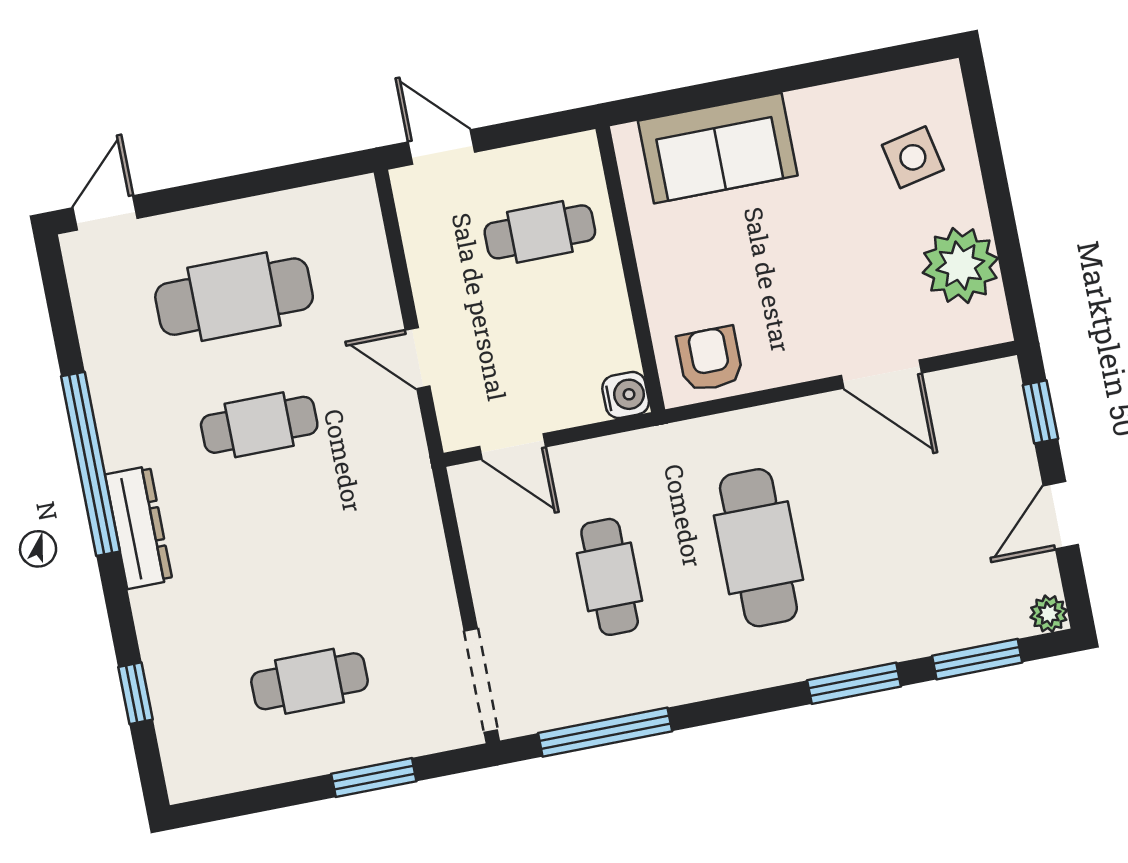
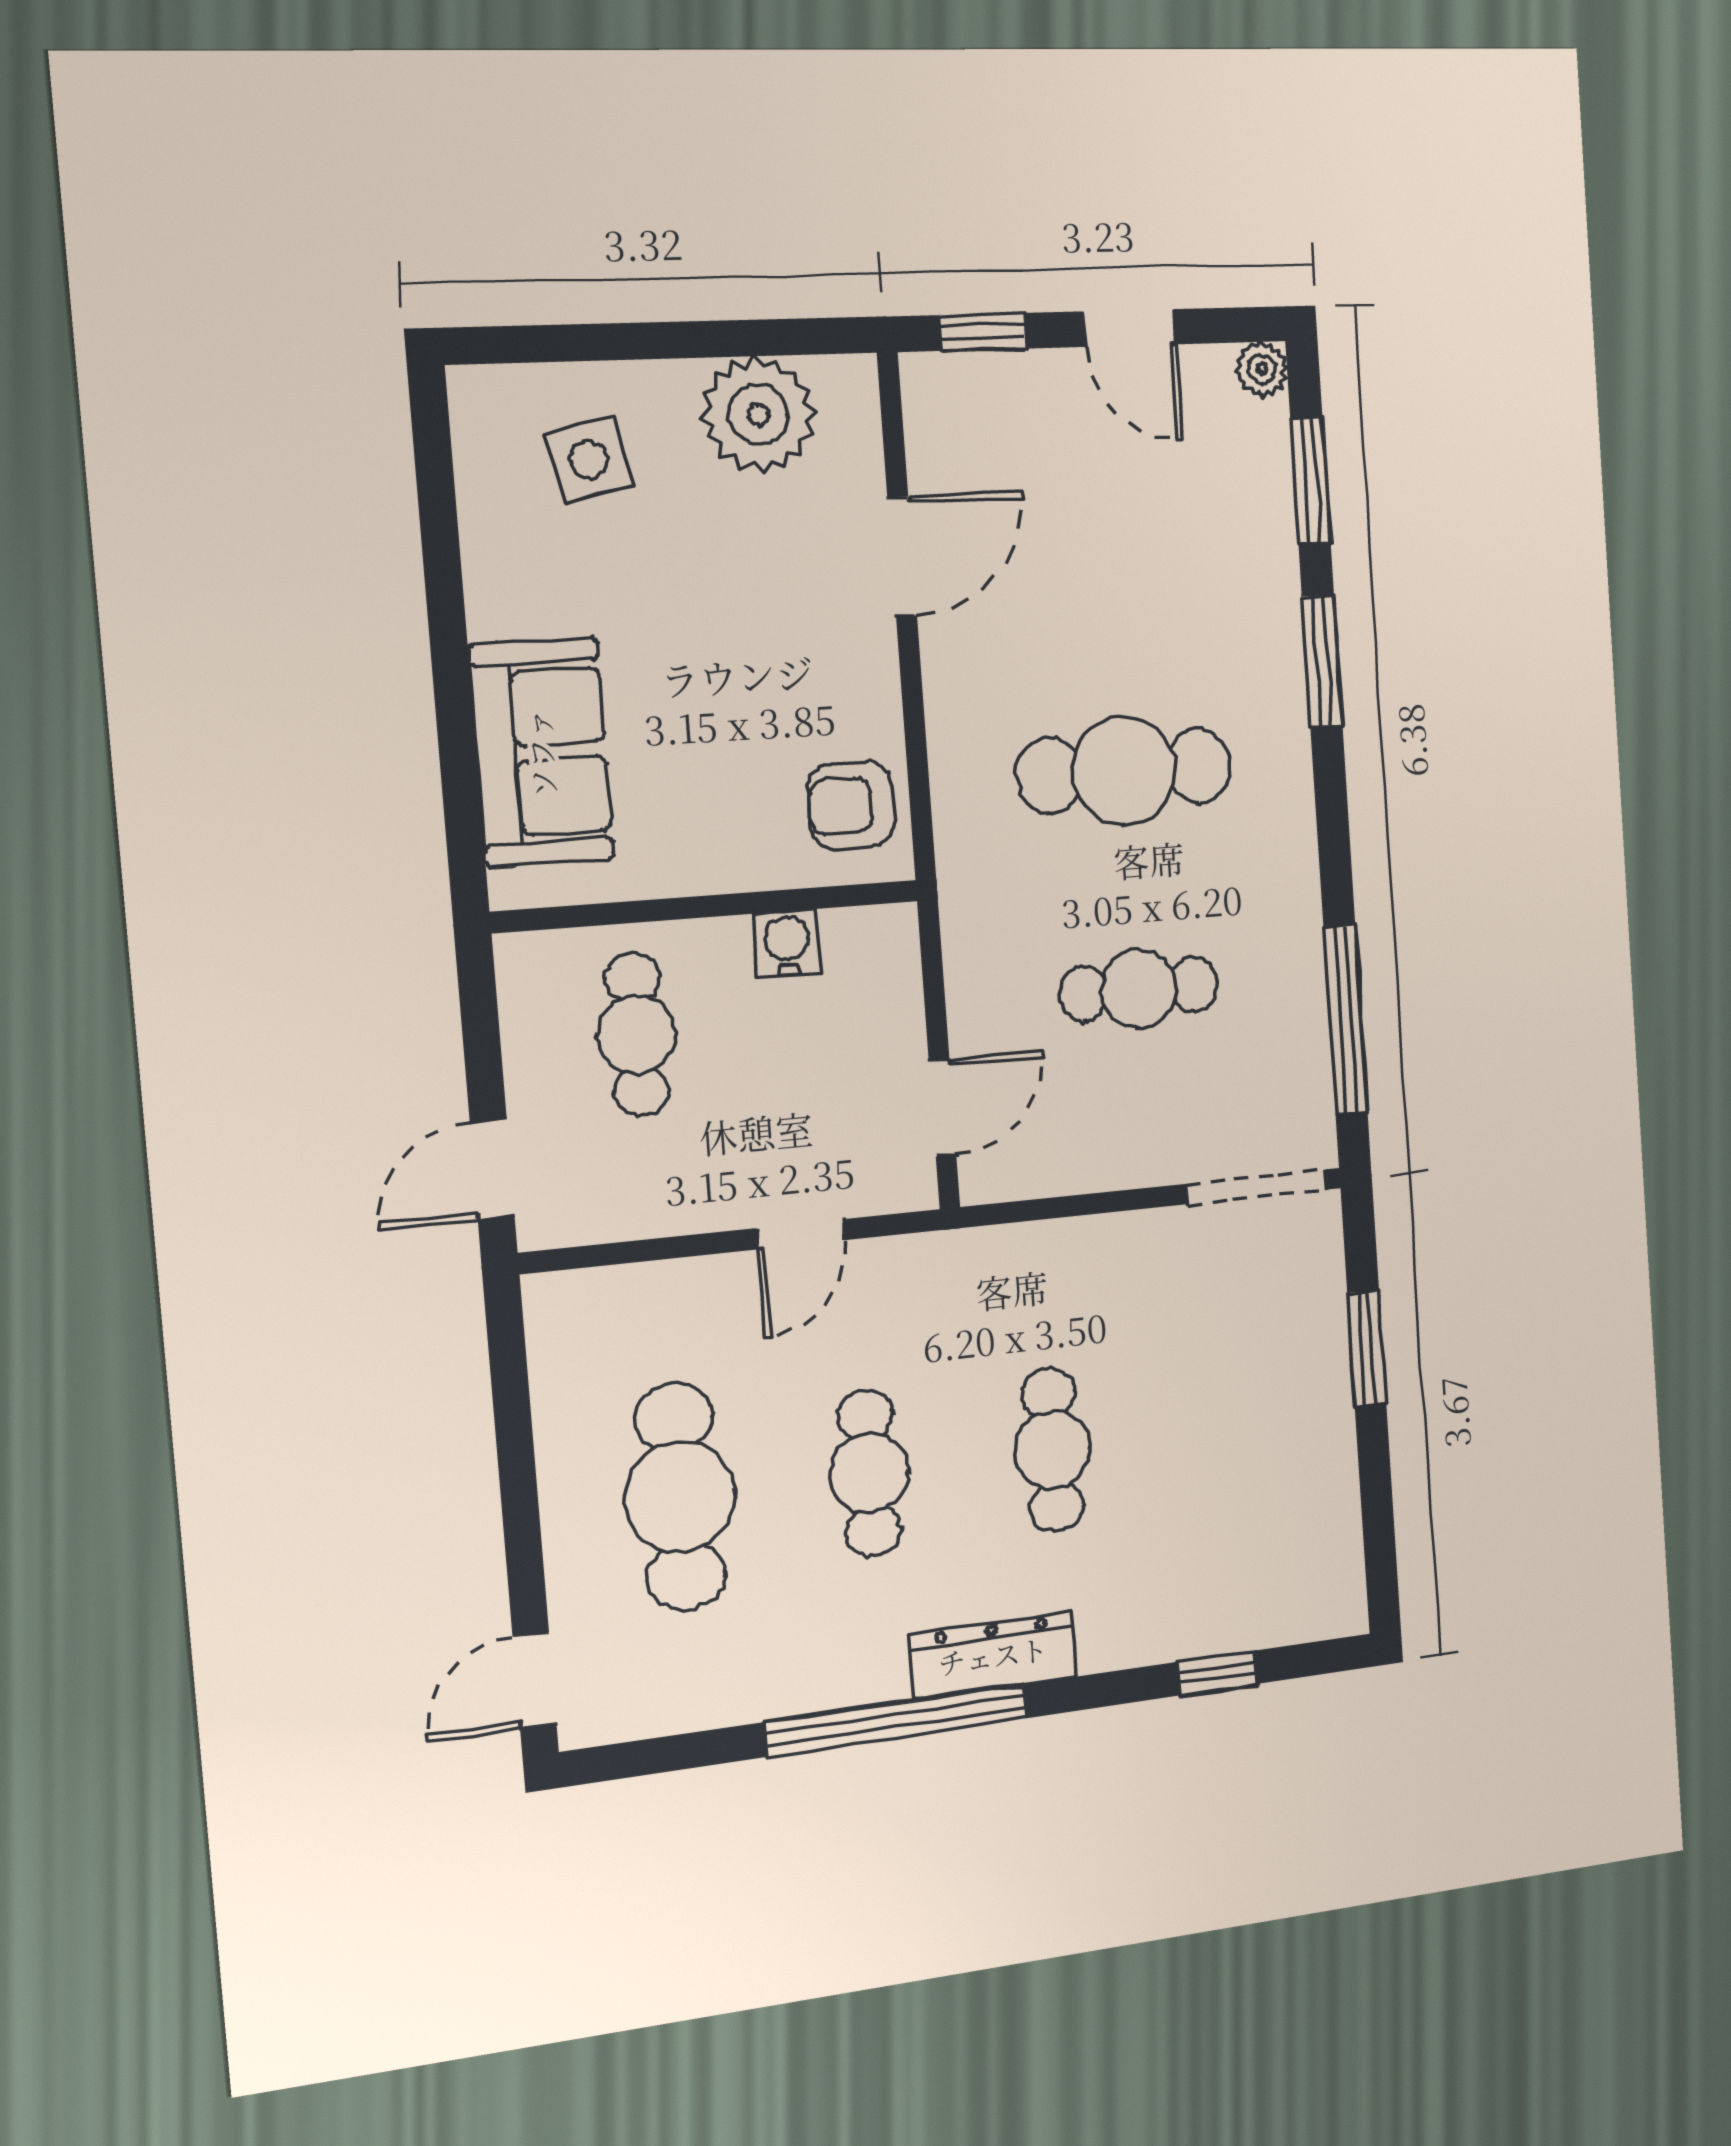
door: (105, 213) -> (534, 1680), hinge flipped
water cooler: (626, 395) -> (787, 943), moved
cafe table: (310, 681) -> (1053, 1450), moved

